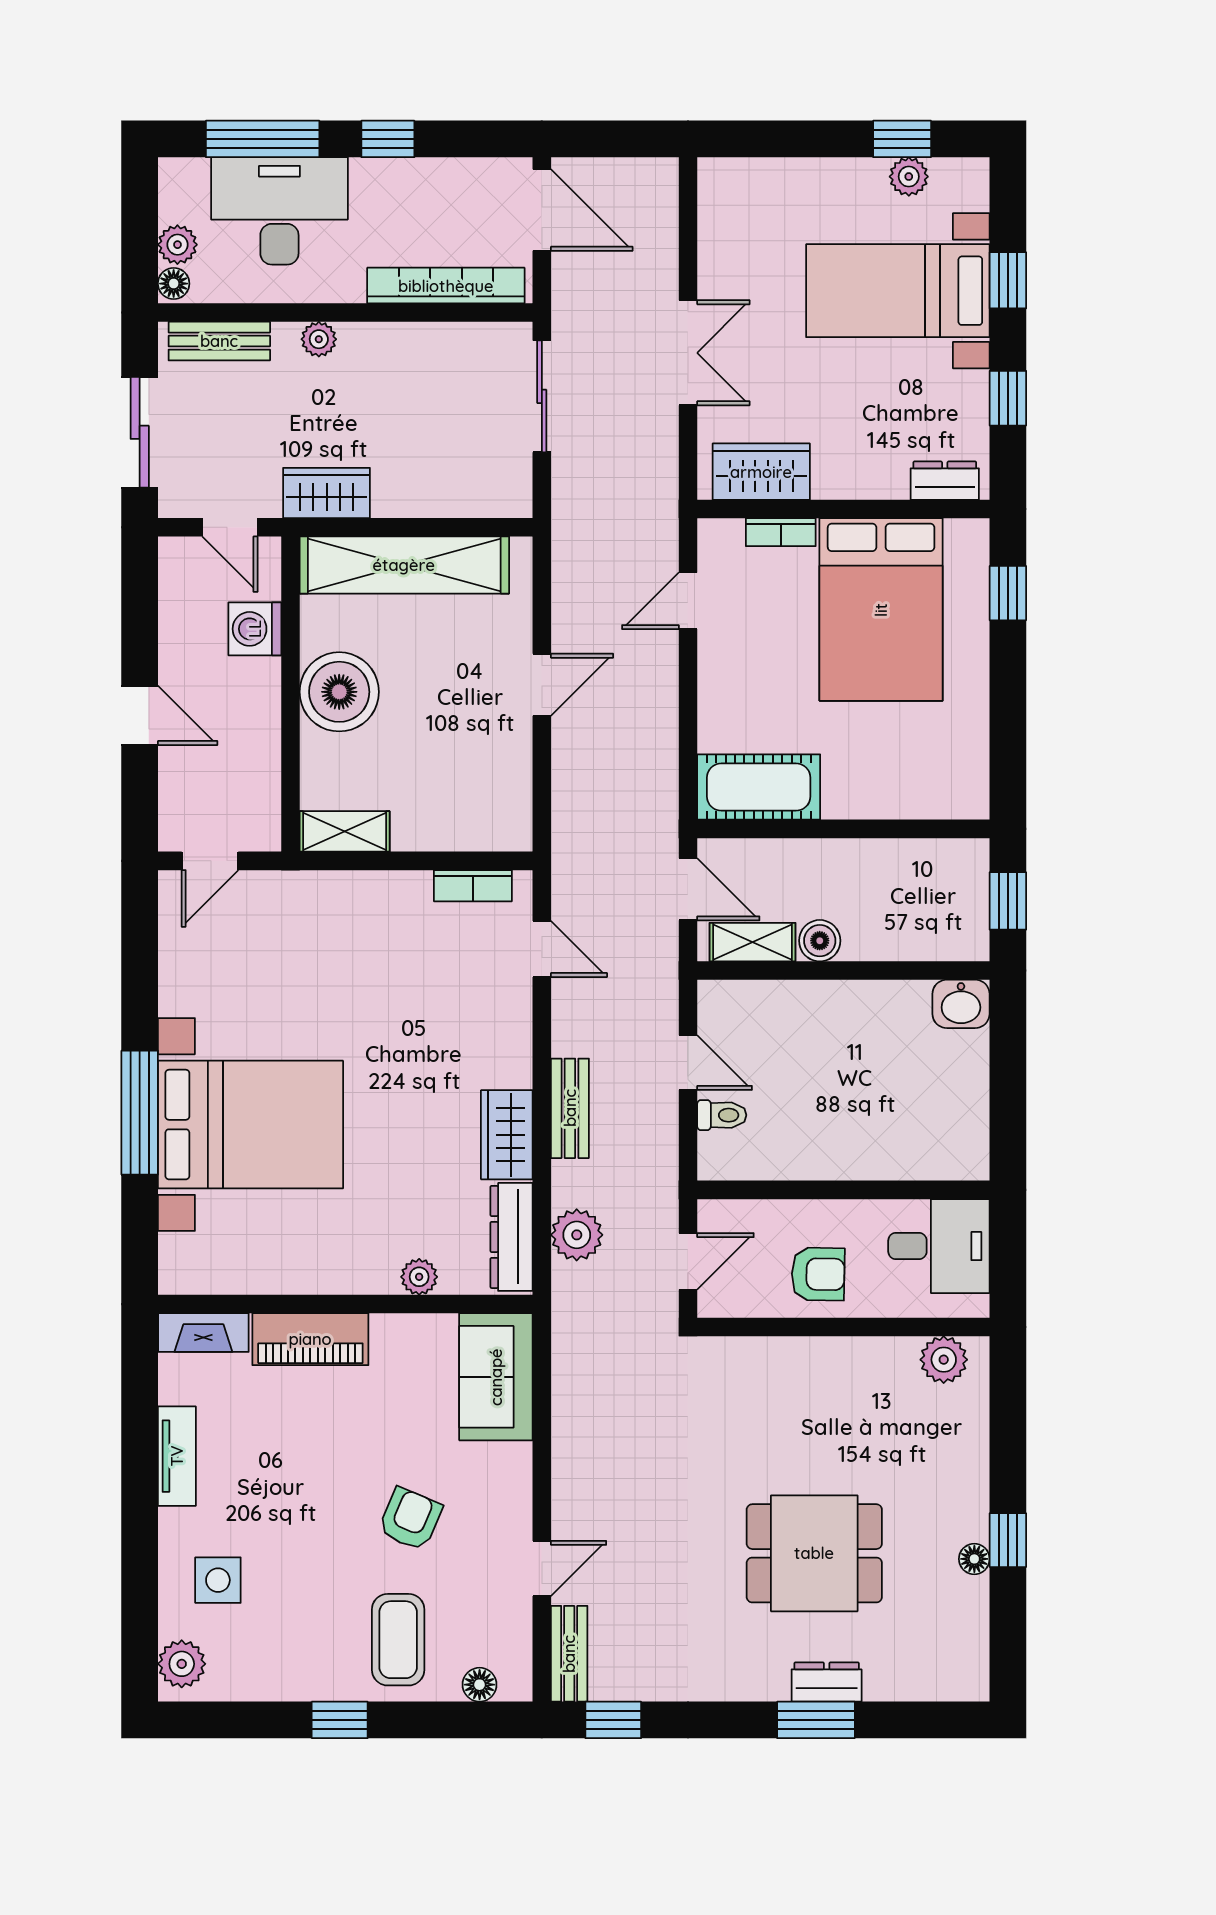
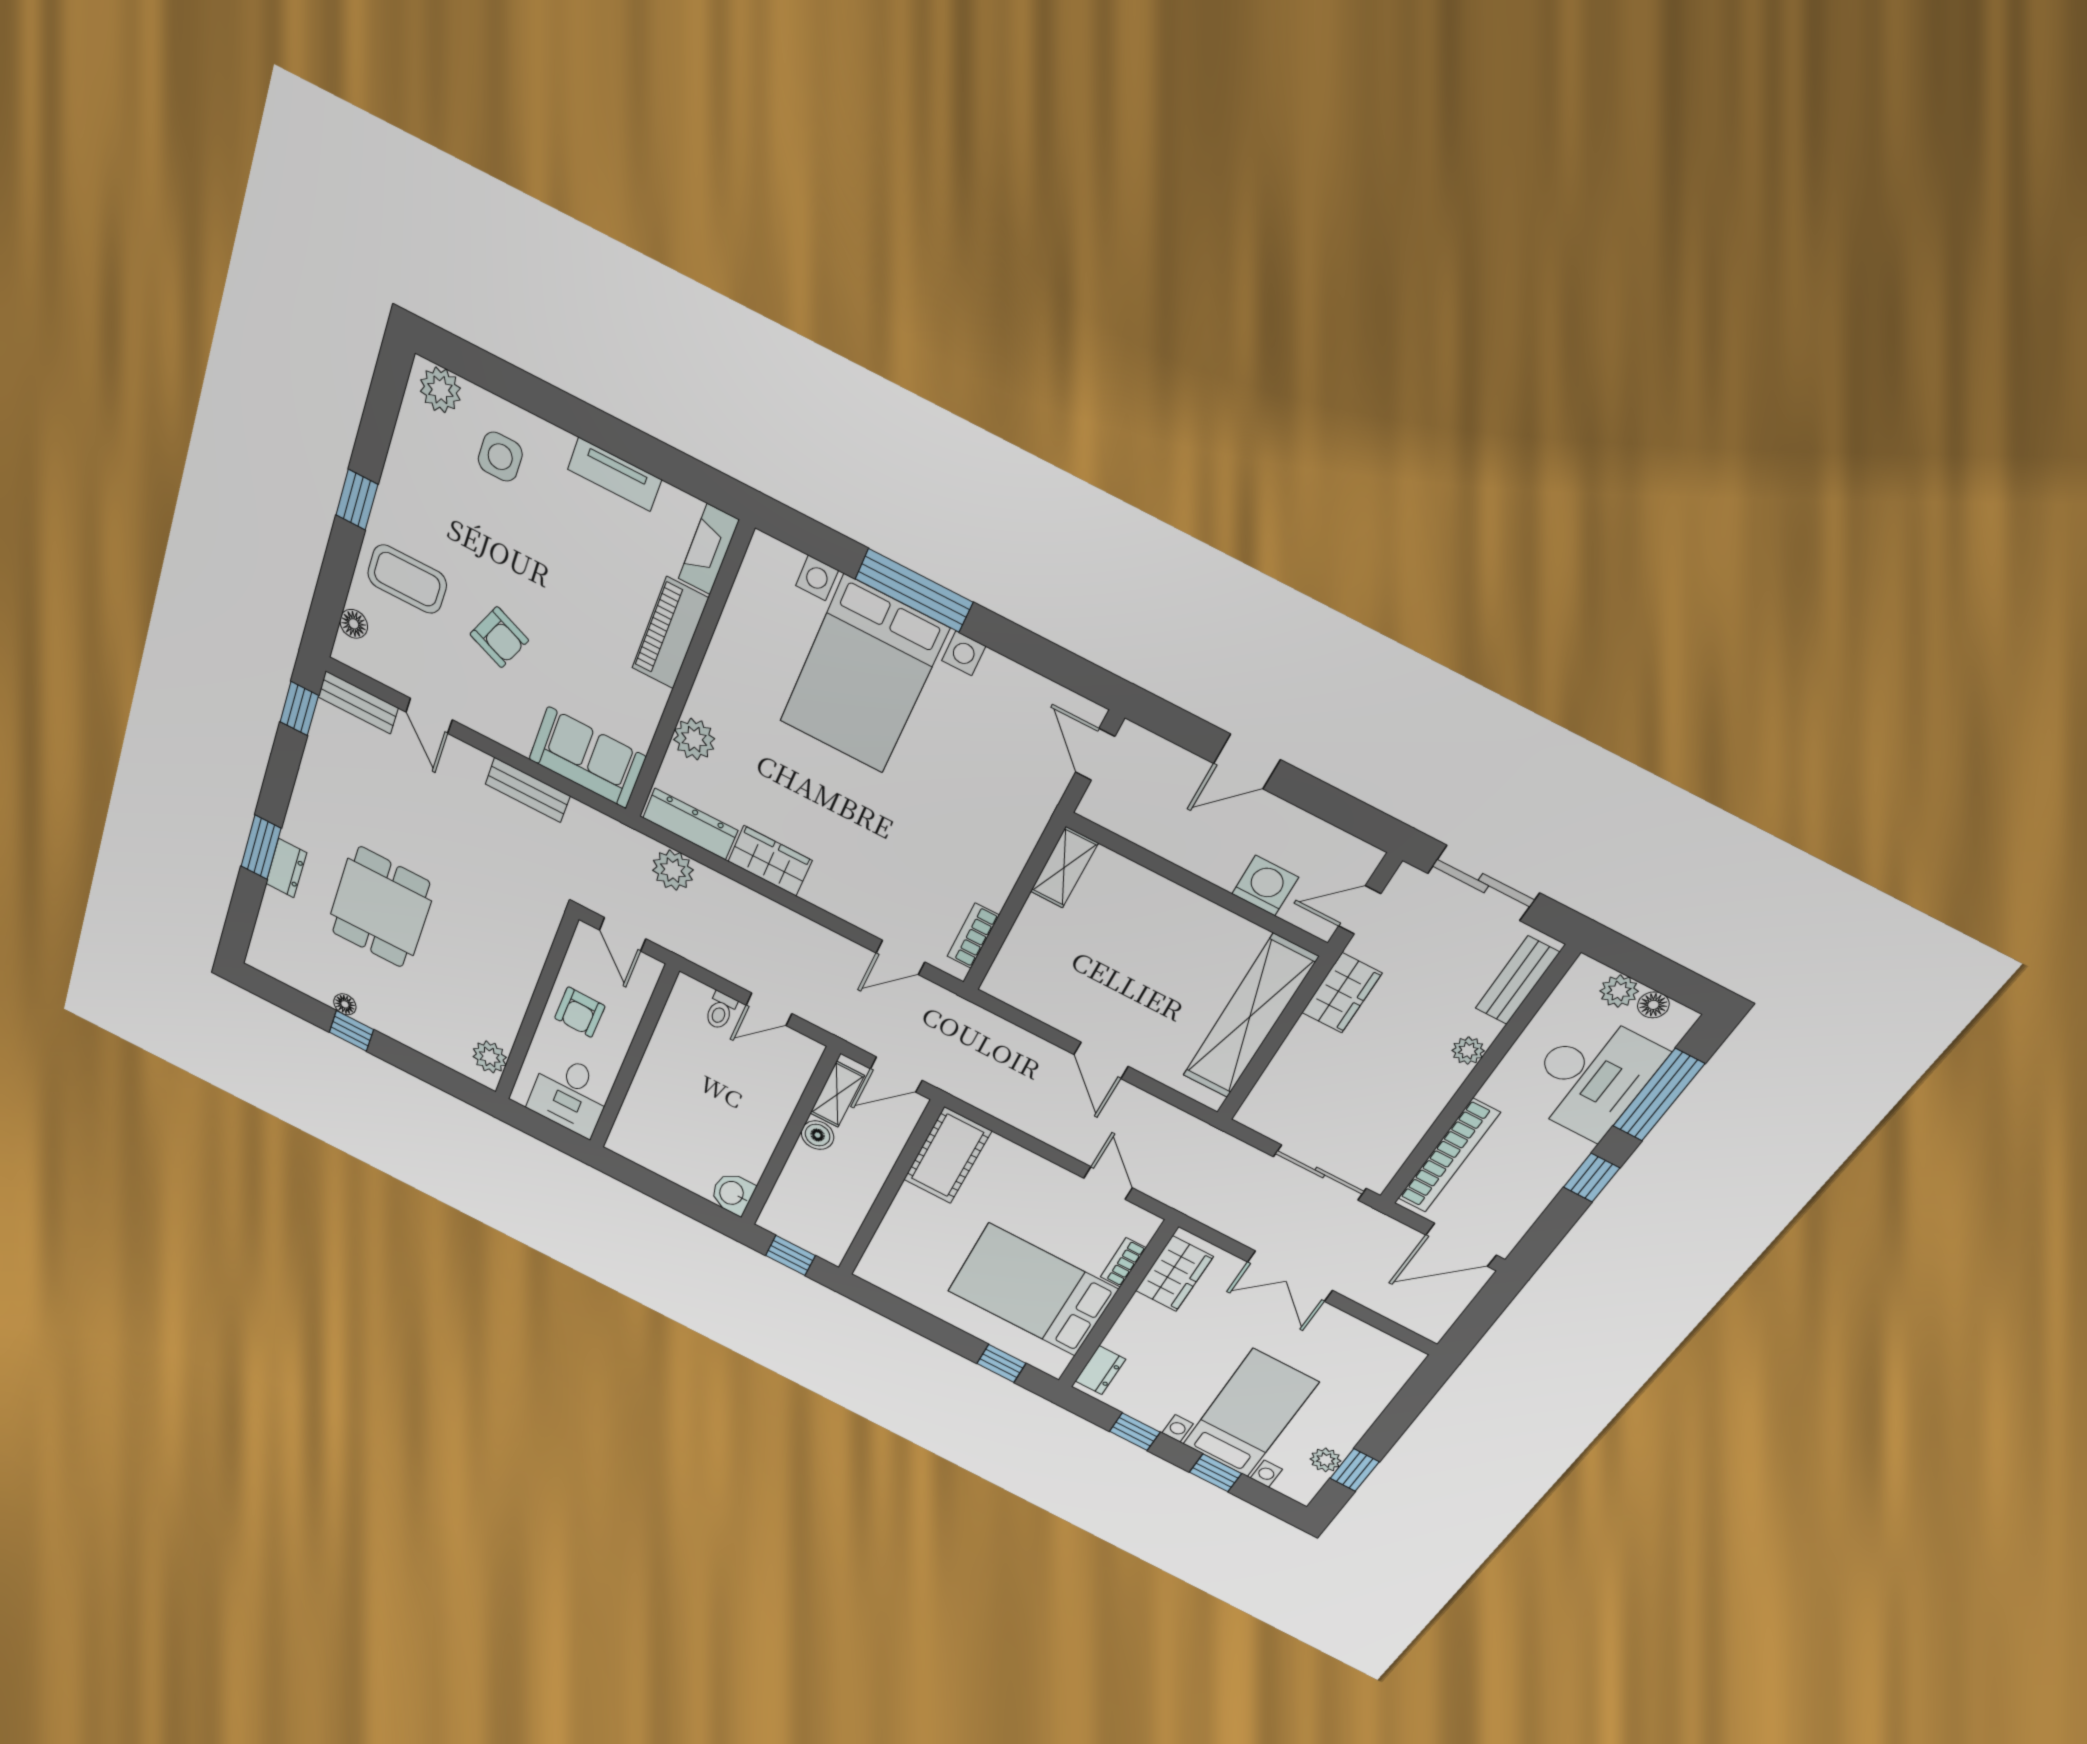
floor lamp: (174, 284) -> (1653, 1005), moved
boiler: (339, 692) -> (1178, 921), removed
bench: (570, 1108) -> (528, 790), moved
plant: (419, 1277) -> (694, 739), width x1.38, depth x1.38

